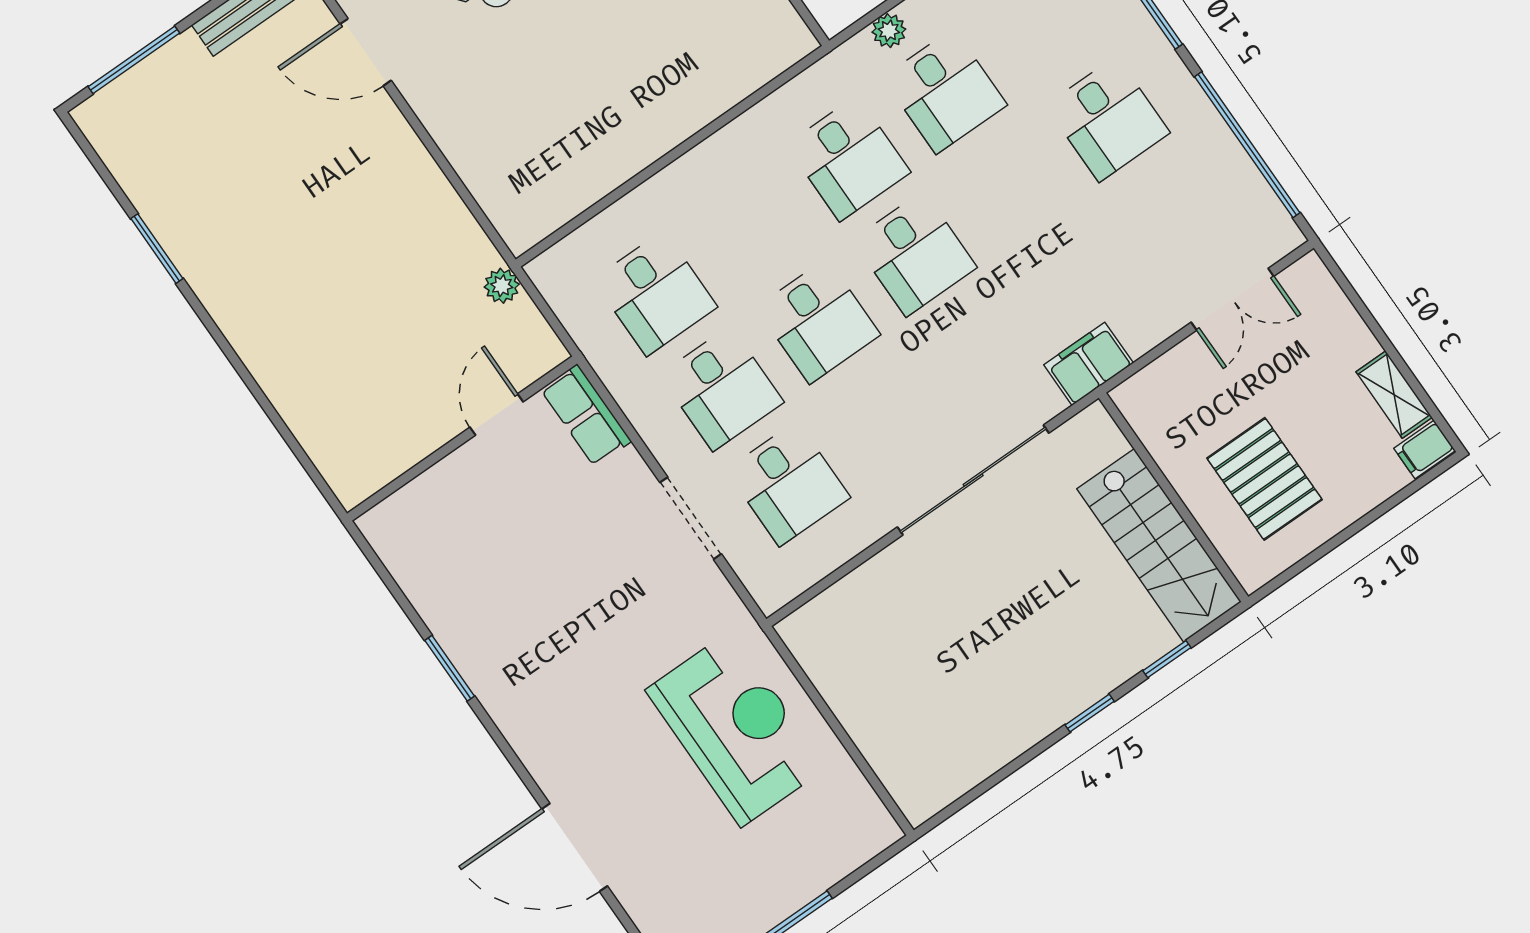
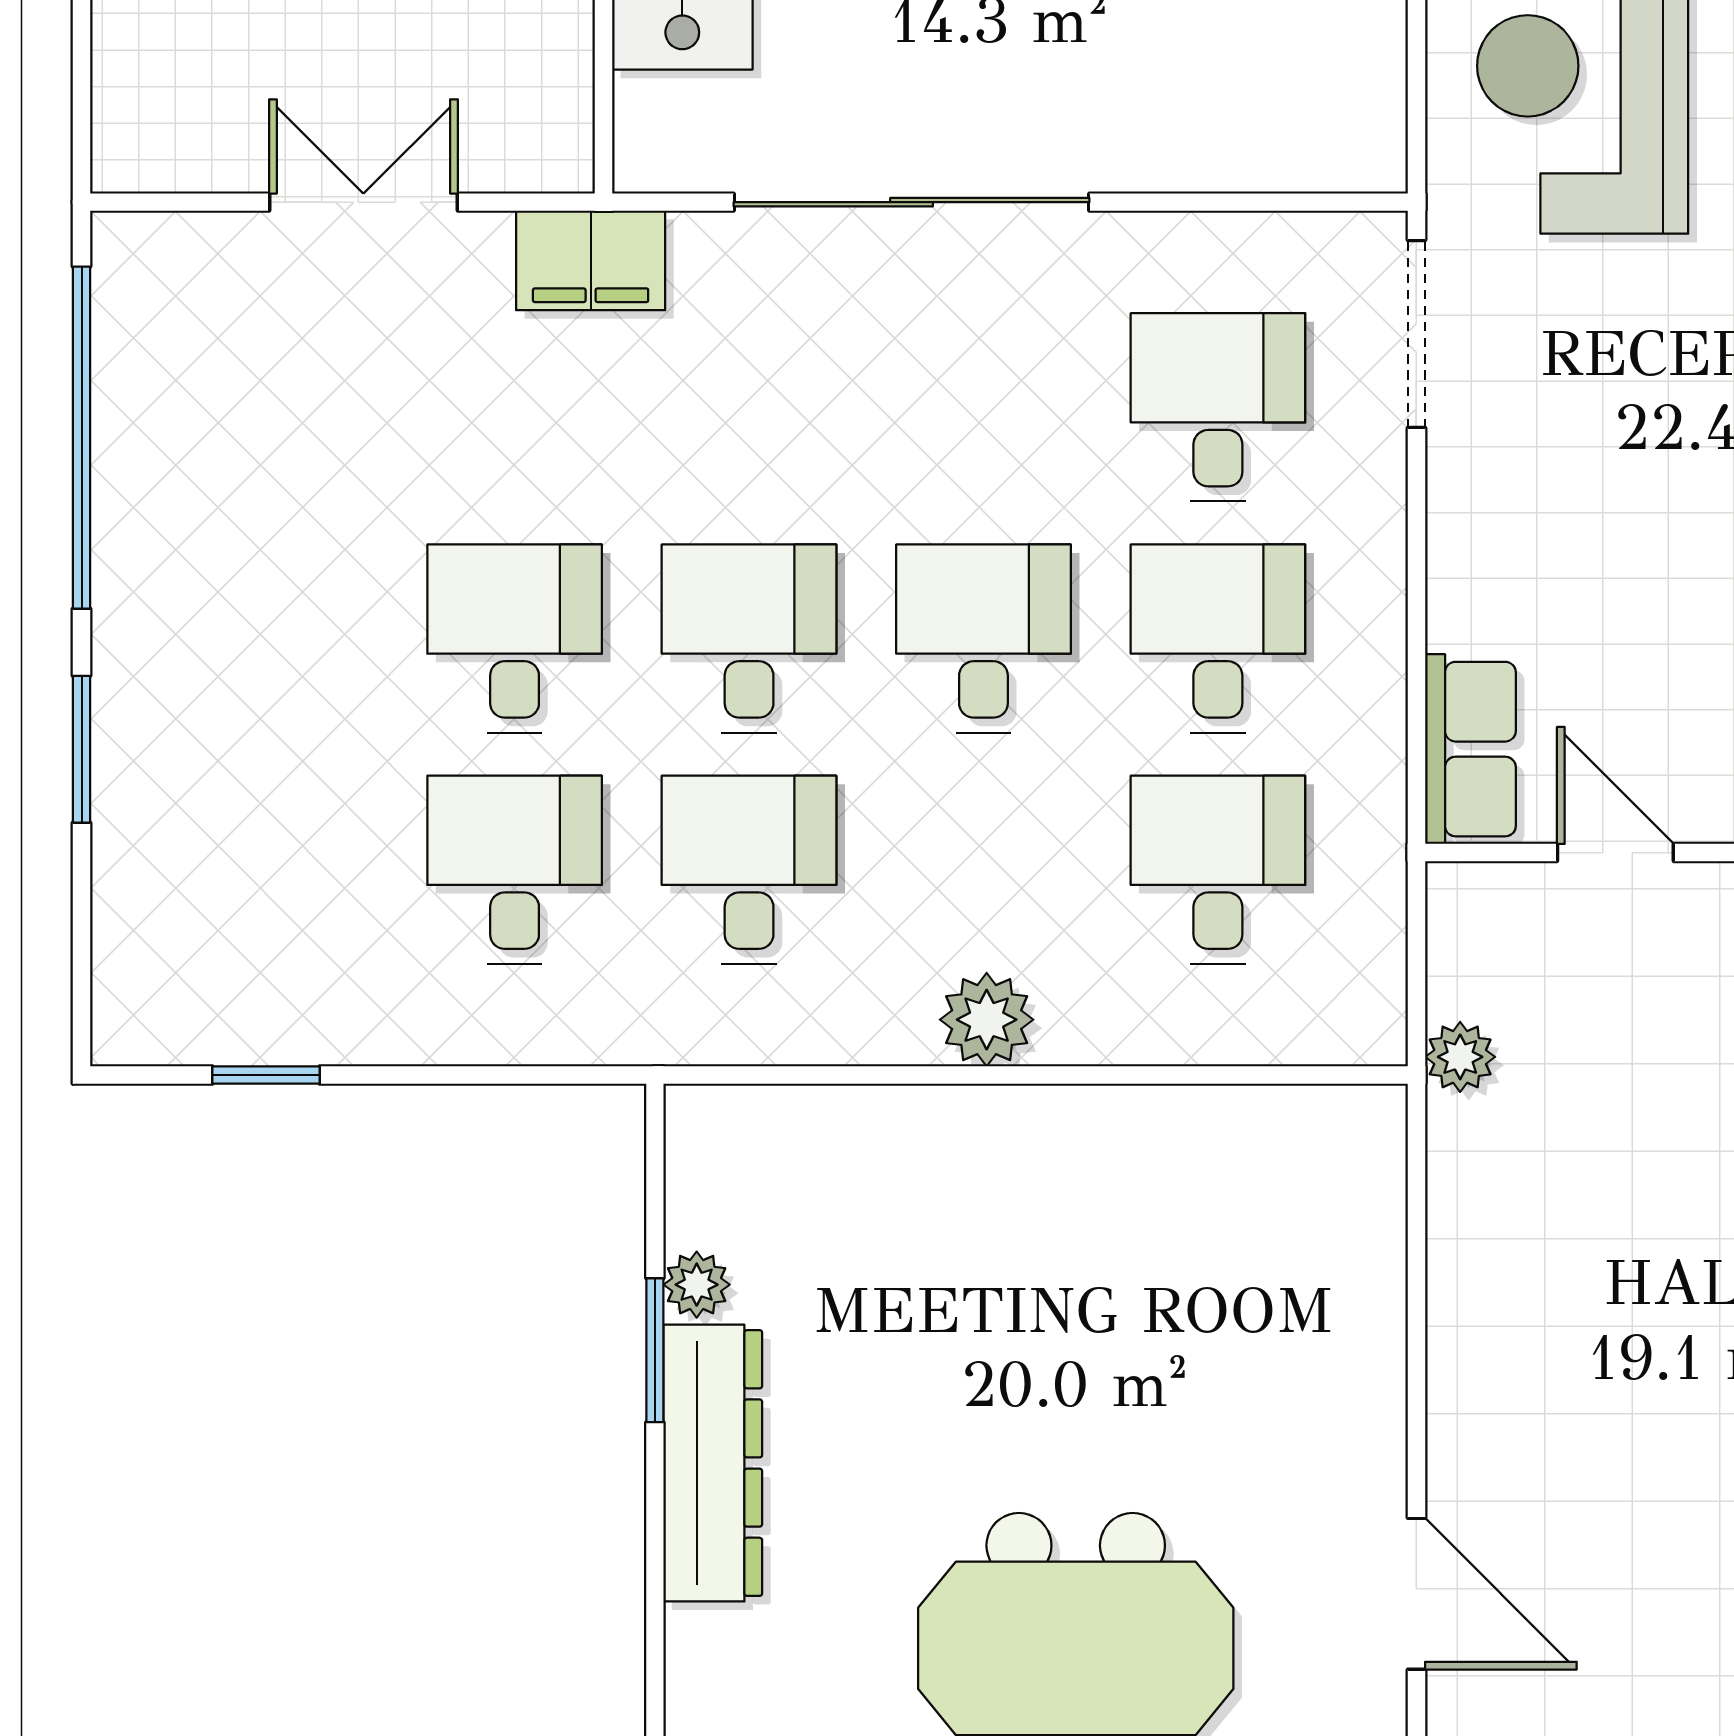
plant: (889, 31) -> (987, 1020), moved, width x1.38, depth x1.38
desk: (1108, 119) -> (515, 639), moved
double door: (1232, 299) -> (363, 202), moved
door: (497, 414) -> (1615, 853), swing flipped
doorway: (691, 518) -> (1416, 334), moved

